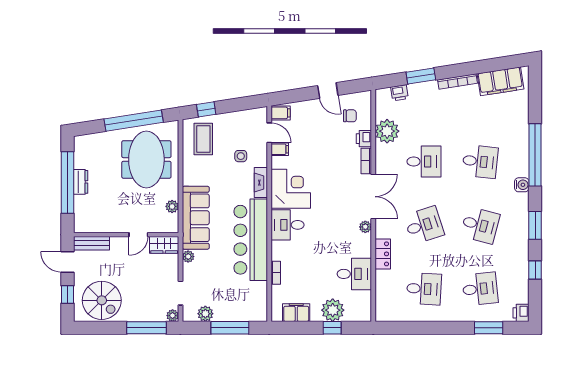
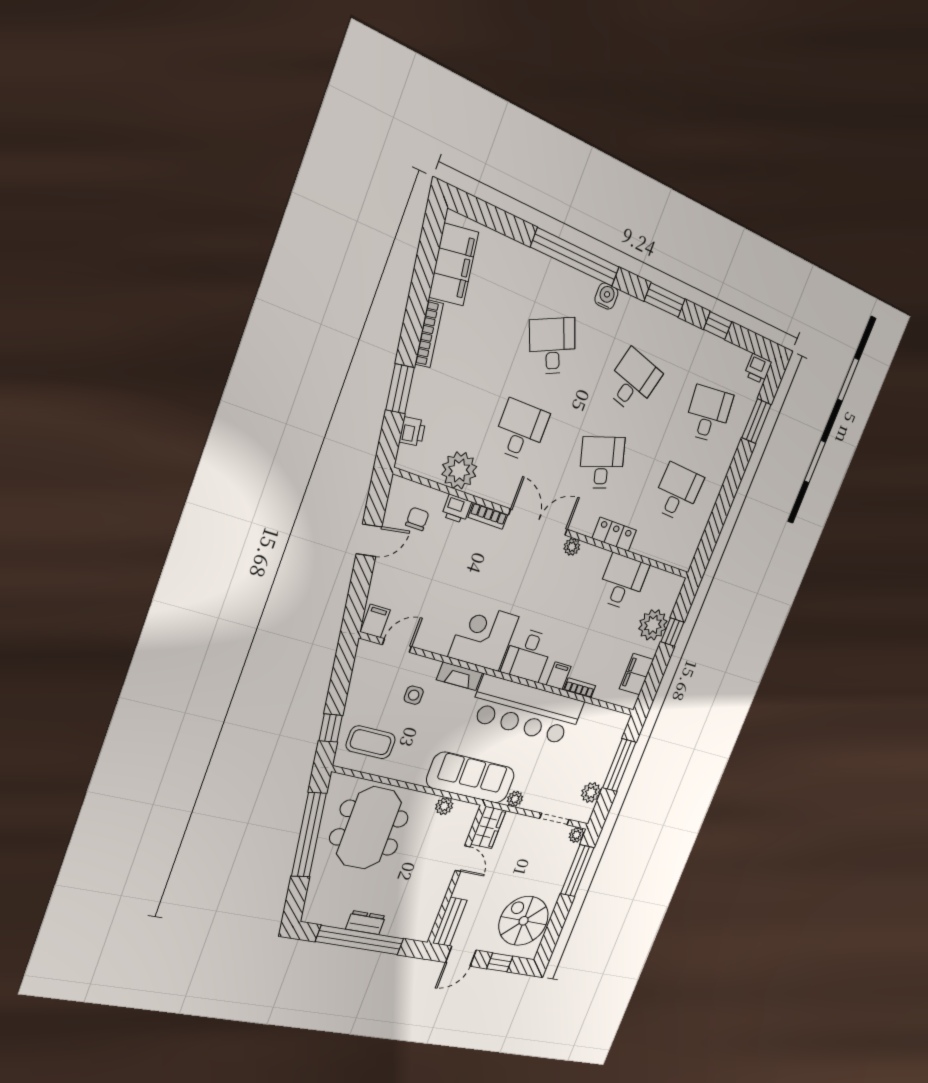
filing cabinet: (280, 149) -> (559, 676), moved
meeting table: (146, 159) -> (369, 828), turned 90
desk: (480, 162) -> (552, 346), turned -30
spiral stairs: (102, 300) -> (524, 921), turned -90

